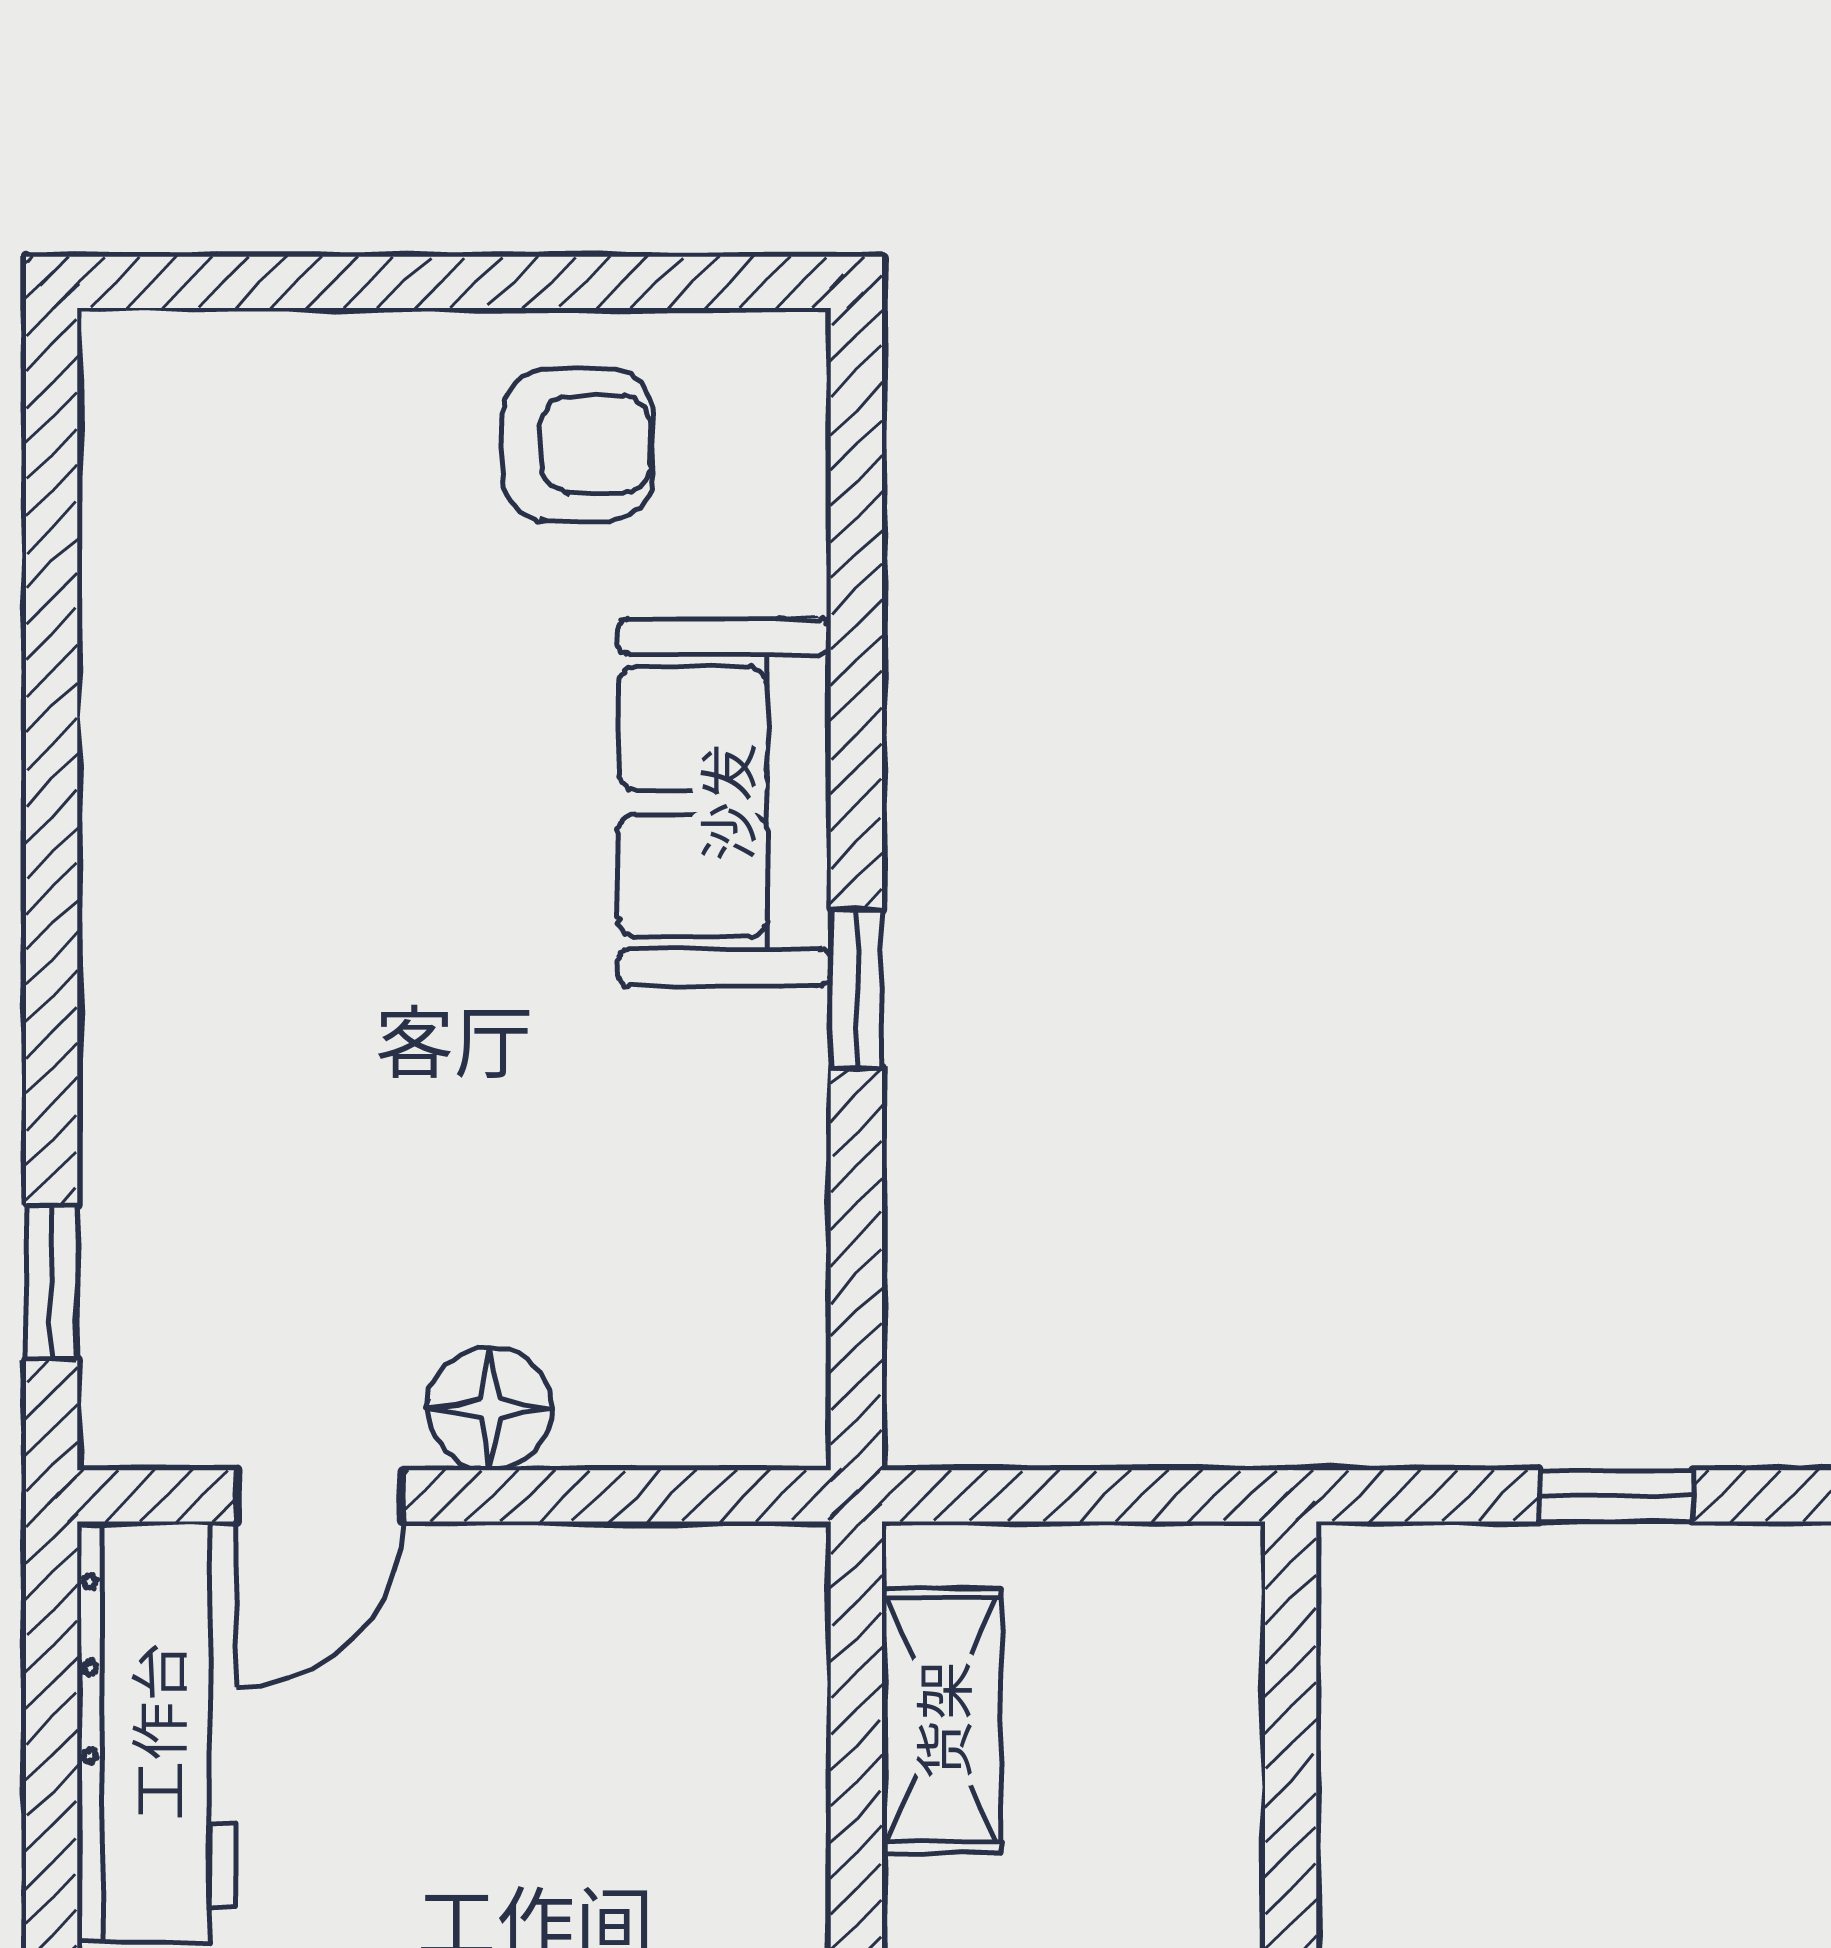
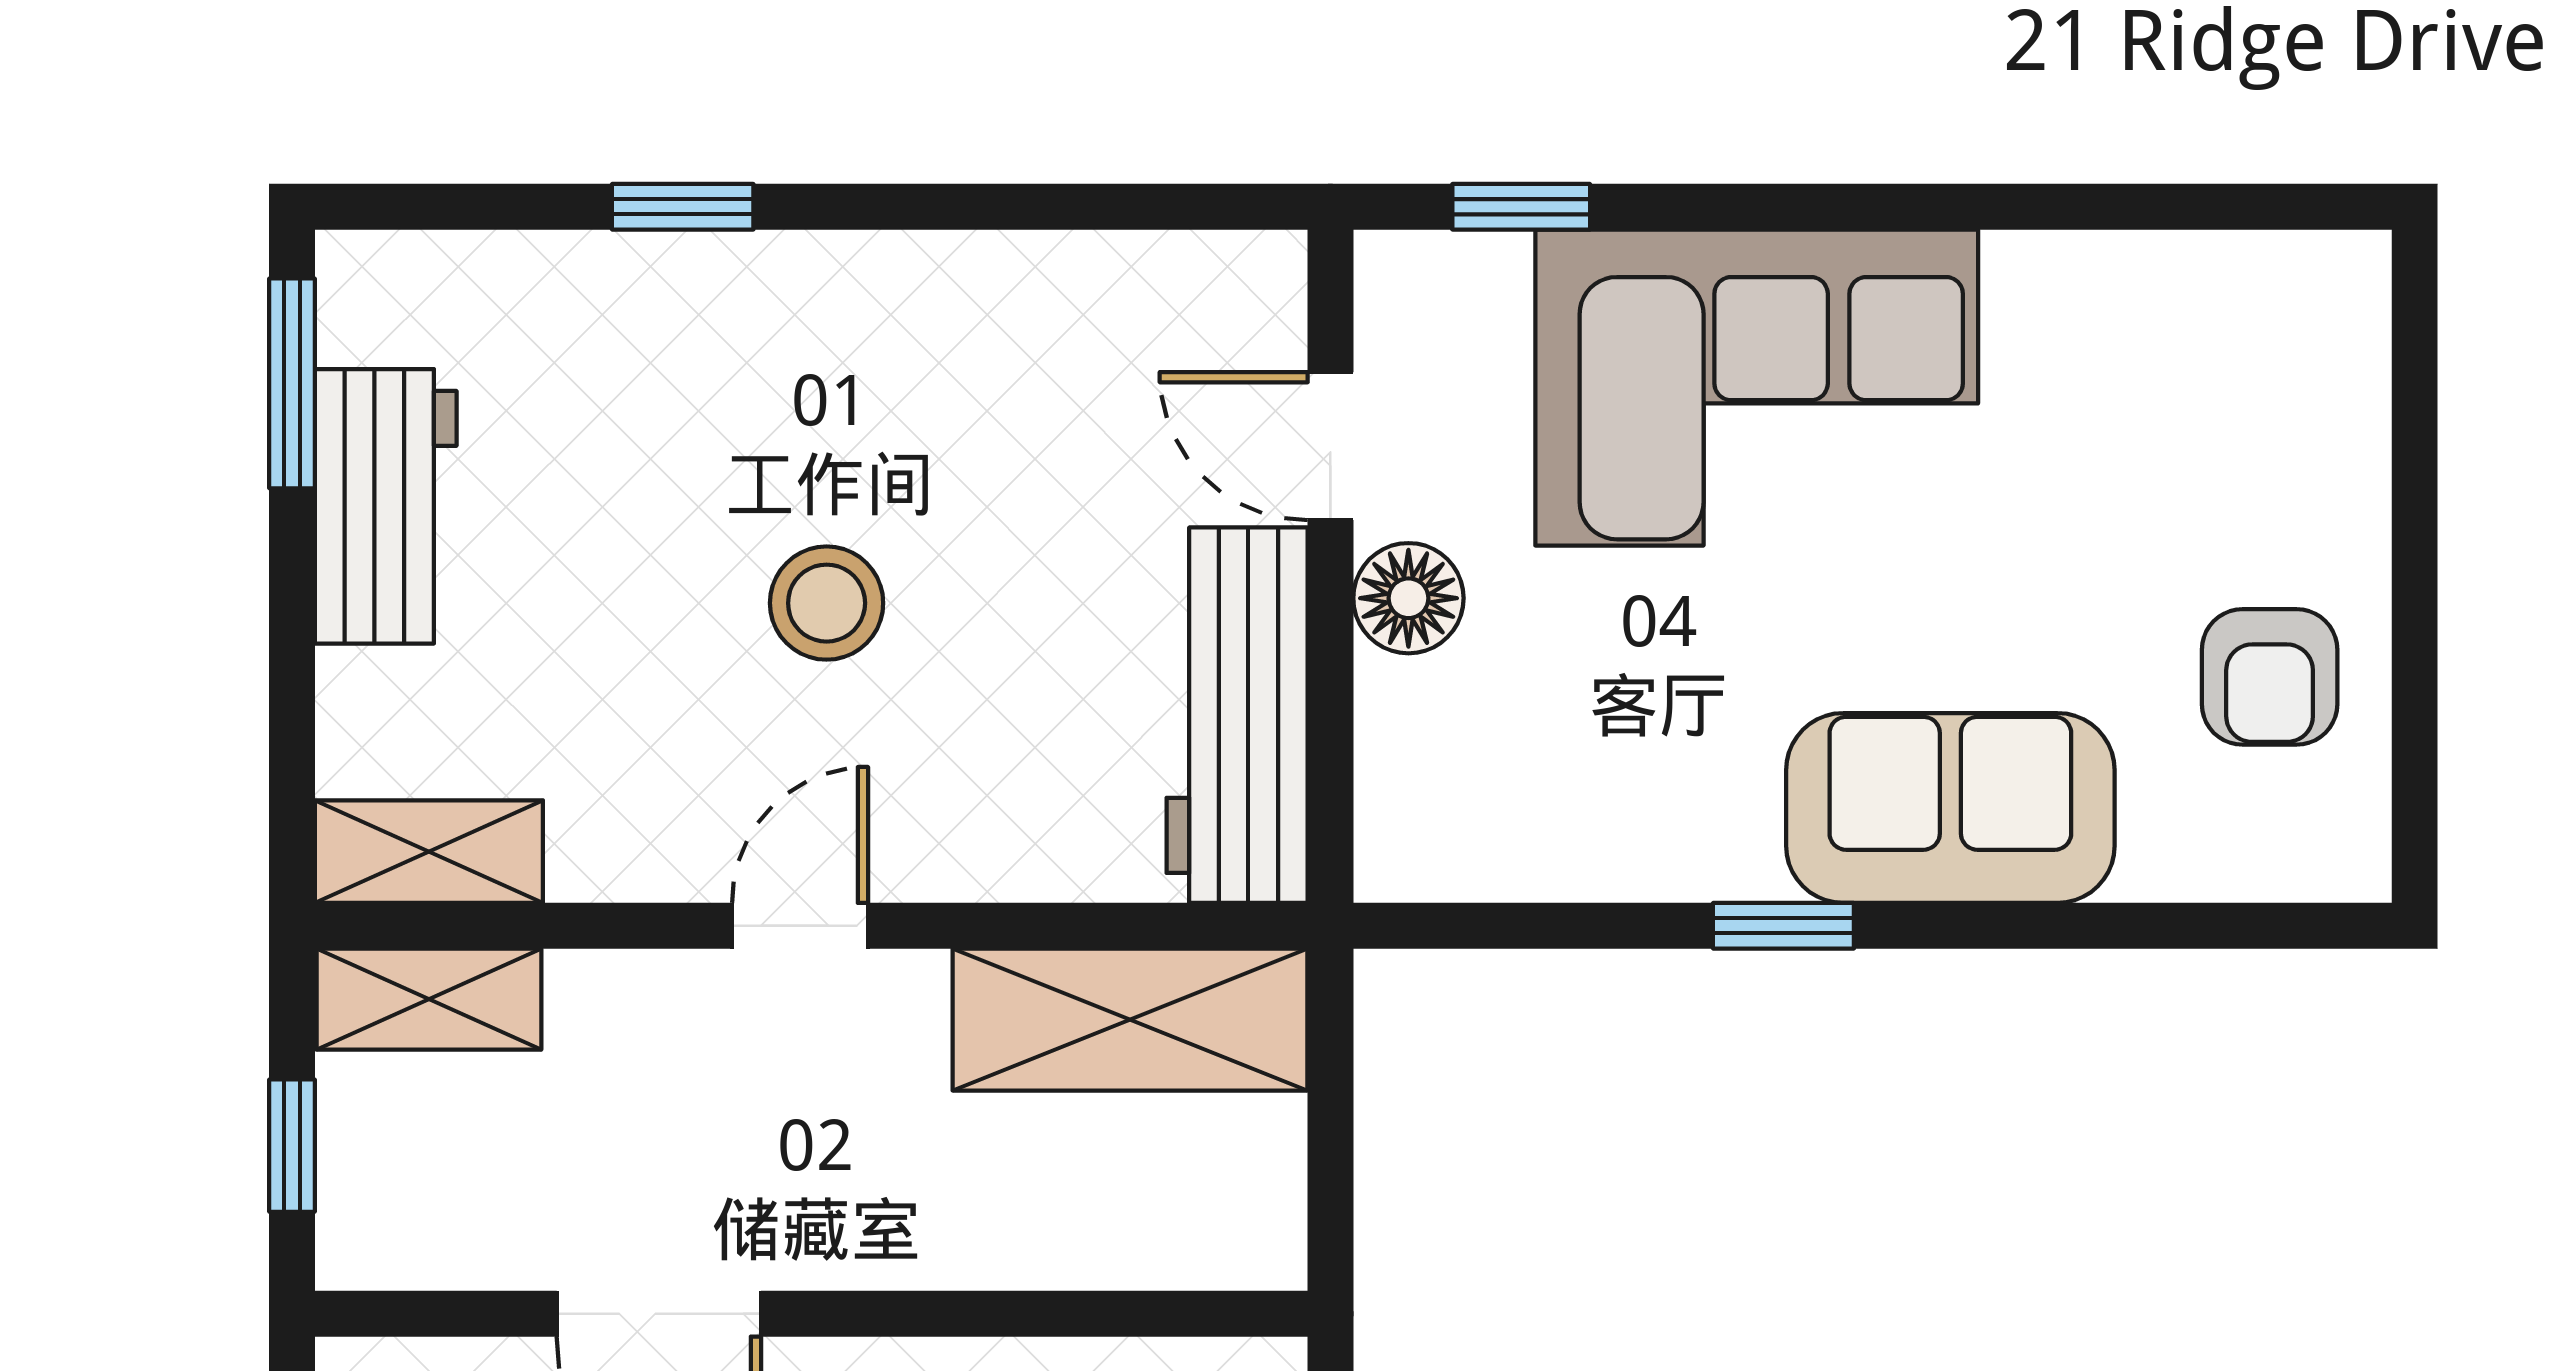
corner sofa: (254, 1019) -> (1757, 388), added
shelving: (941, 1720) -> (1130, 1020), width x1.50, depth x1.33
workbench: (156, 1731) -> (1237, 715), moved, turned 90

